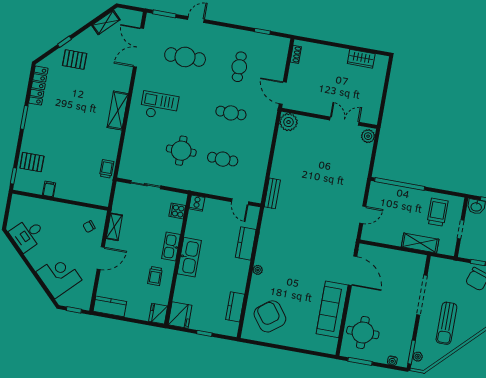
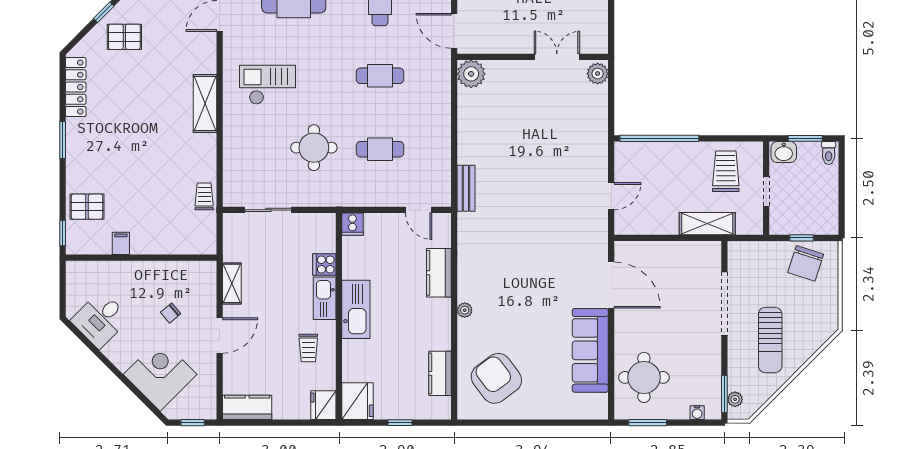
cooker: (177, 211) -> (324, 264), moved
chair: (89, 227) -> (171, 313), moved

